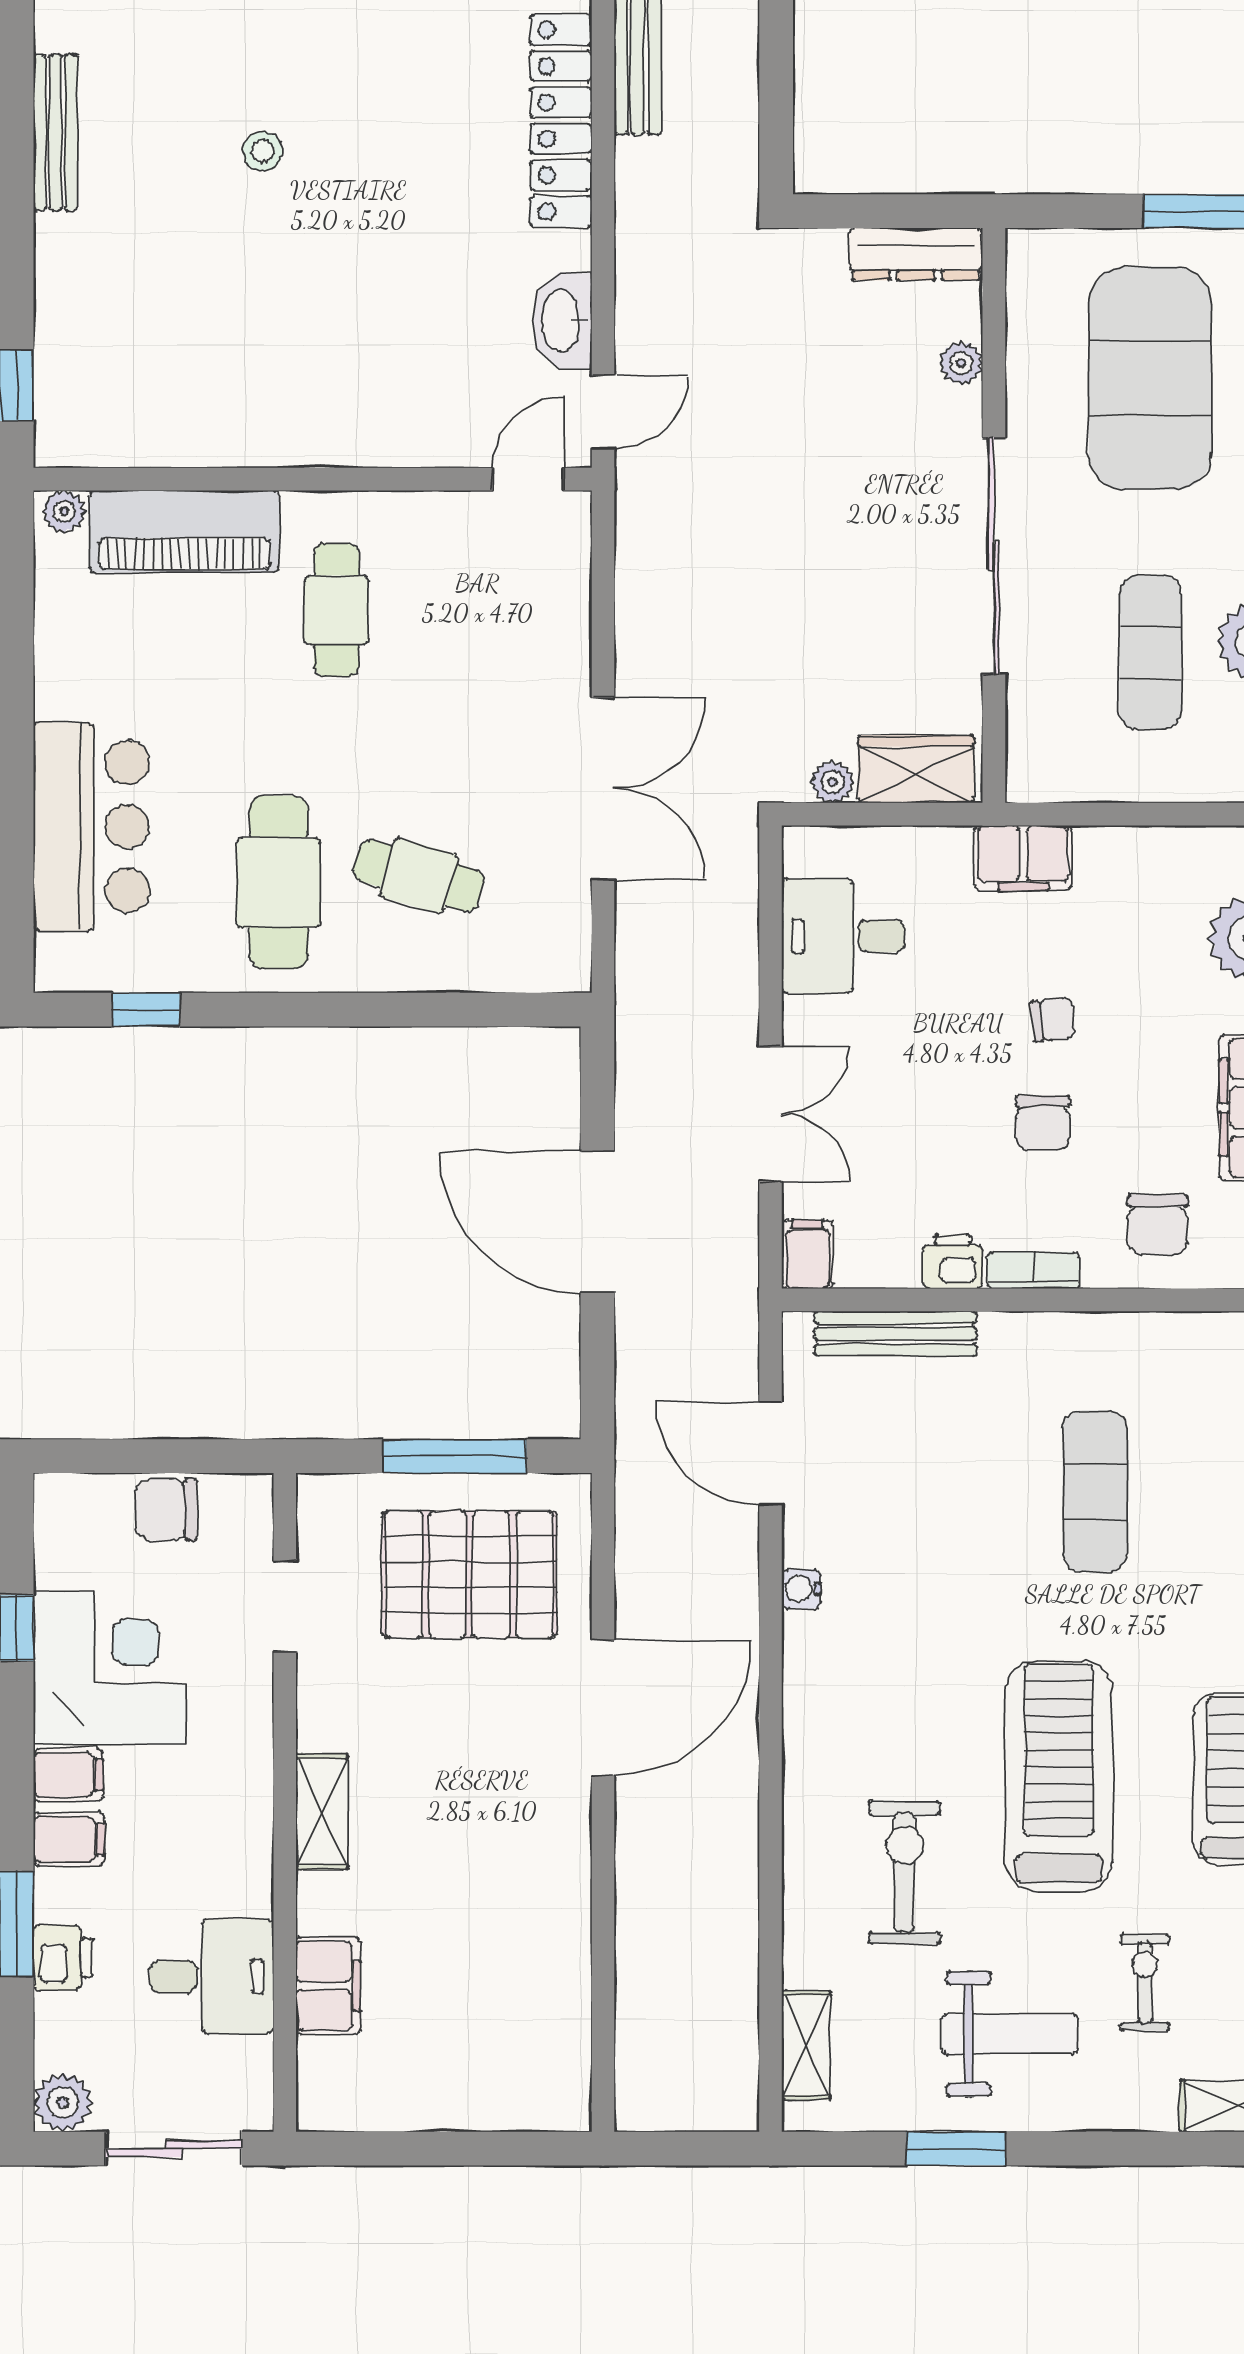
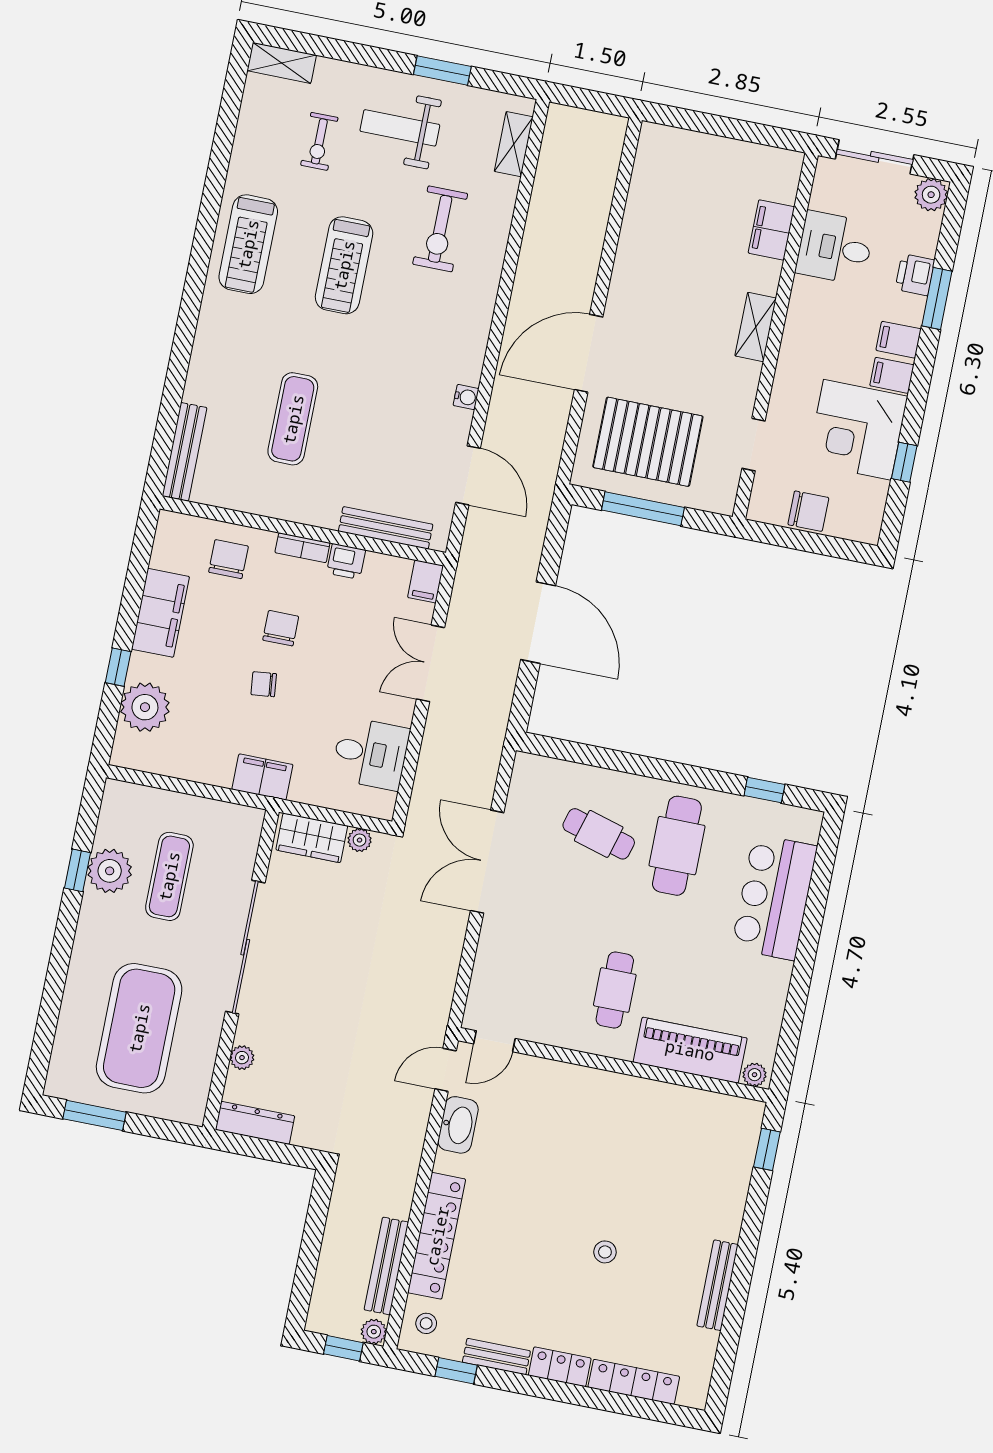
treadmill: (1059, 1776) -> (344, 265), width x0.73, depth x0.73

